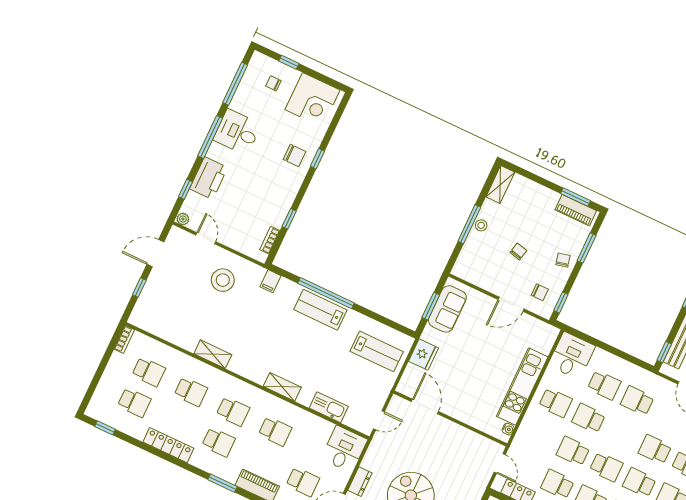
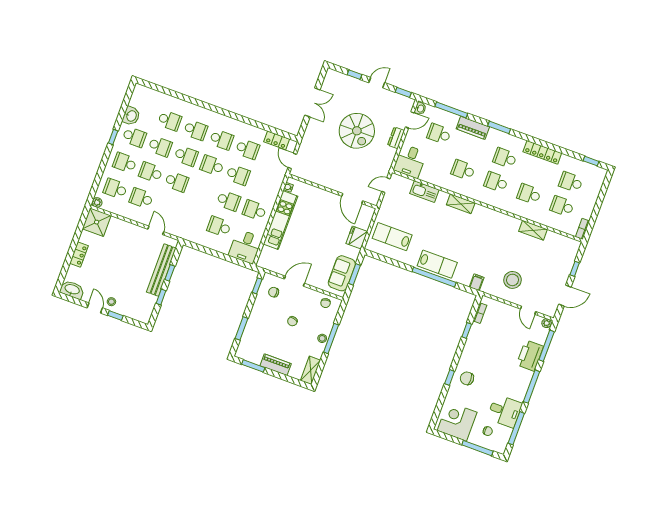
window: (289, 62) -> (477, 448), width x2.17
desk: (237, 132) -> (505, 411), moved
window: (186, 189) -> (547, 346), width x2.17
piano: (576, 210) -> (276, 365), moved
chair: (563, 260) -> (326, 303), moved
window: (664, 352) -> (170, 273), moved
shelving: (213, 354) -> (533, 230), moved
school desk: (637, 401) -> (193, 217), removed

